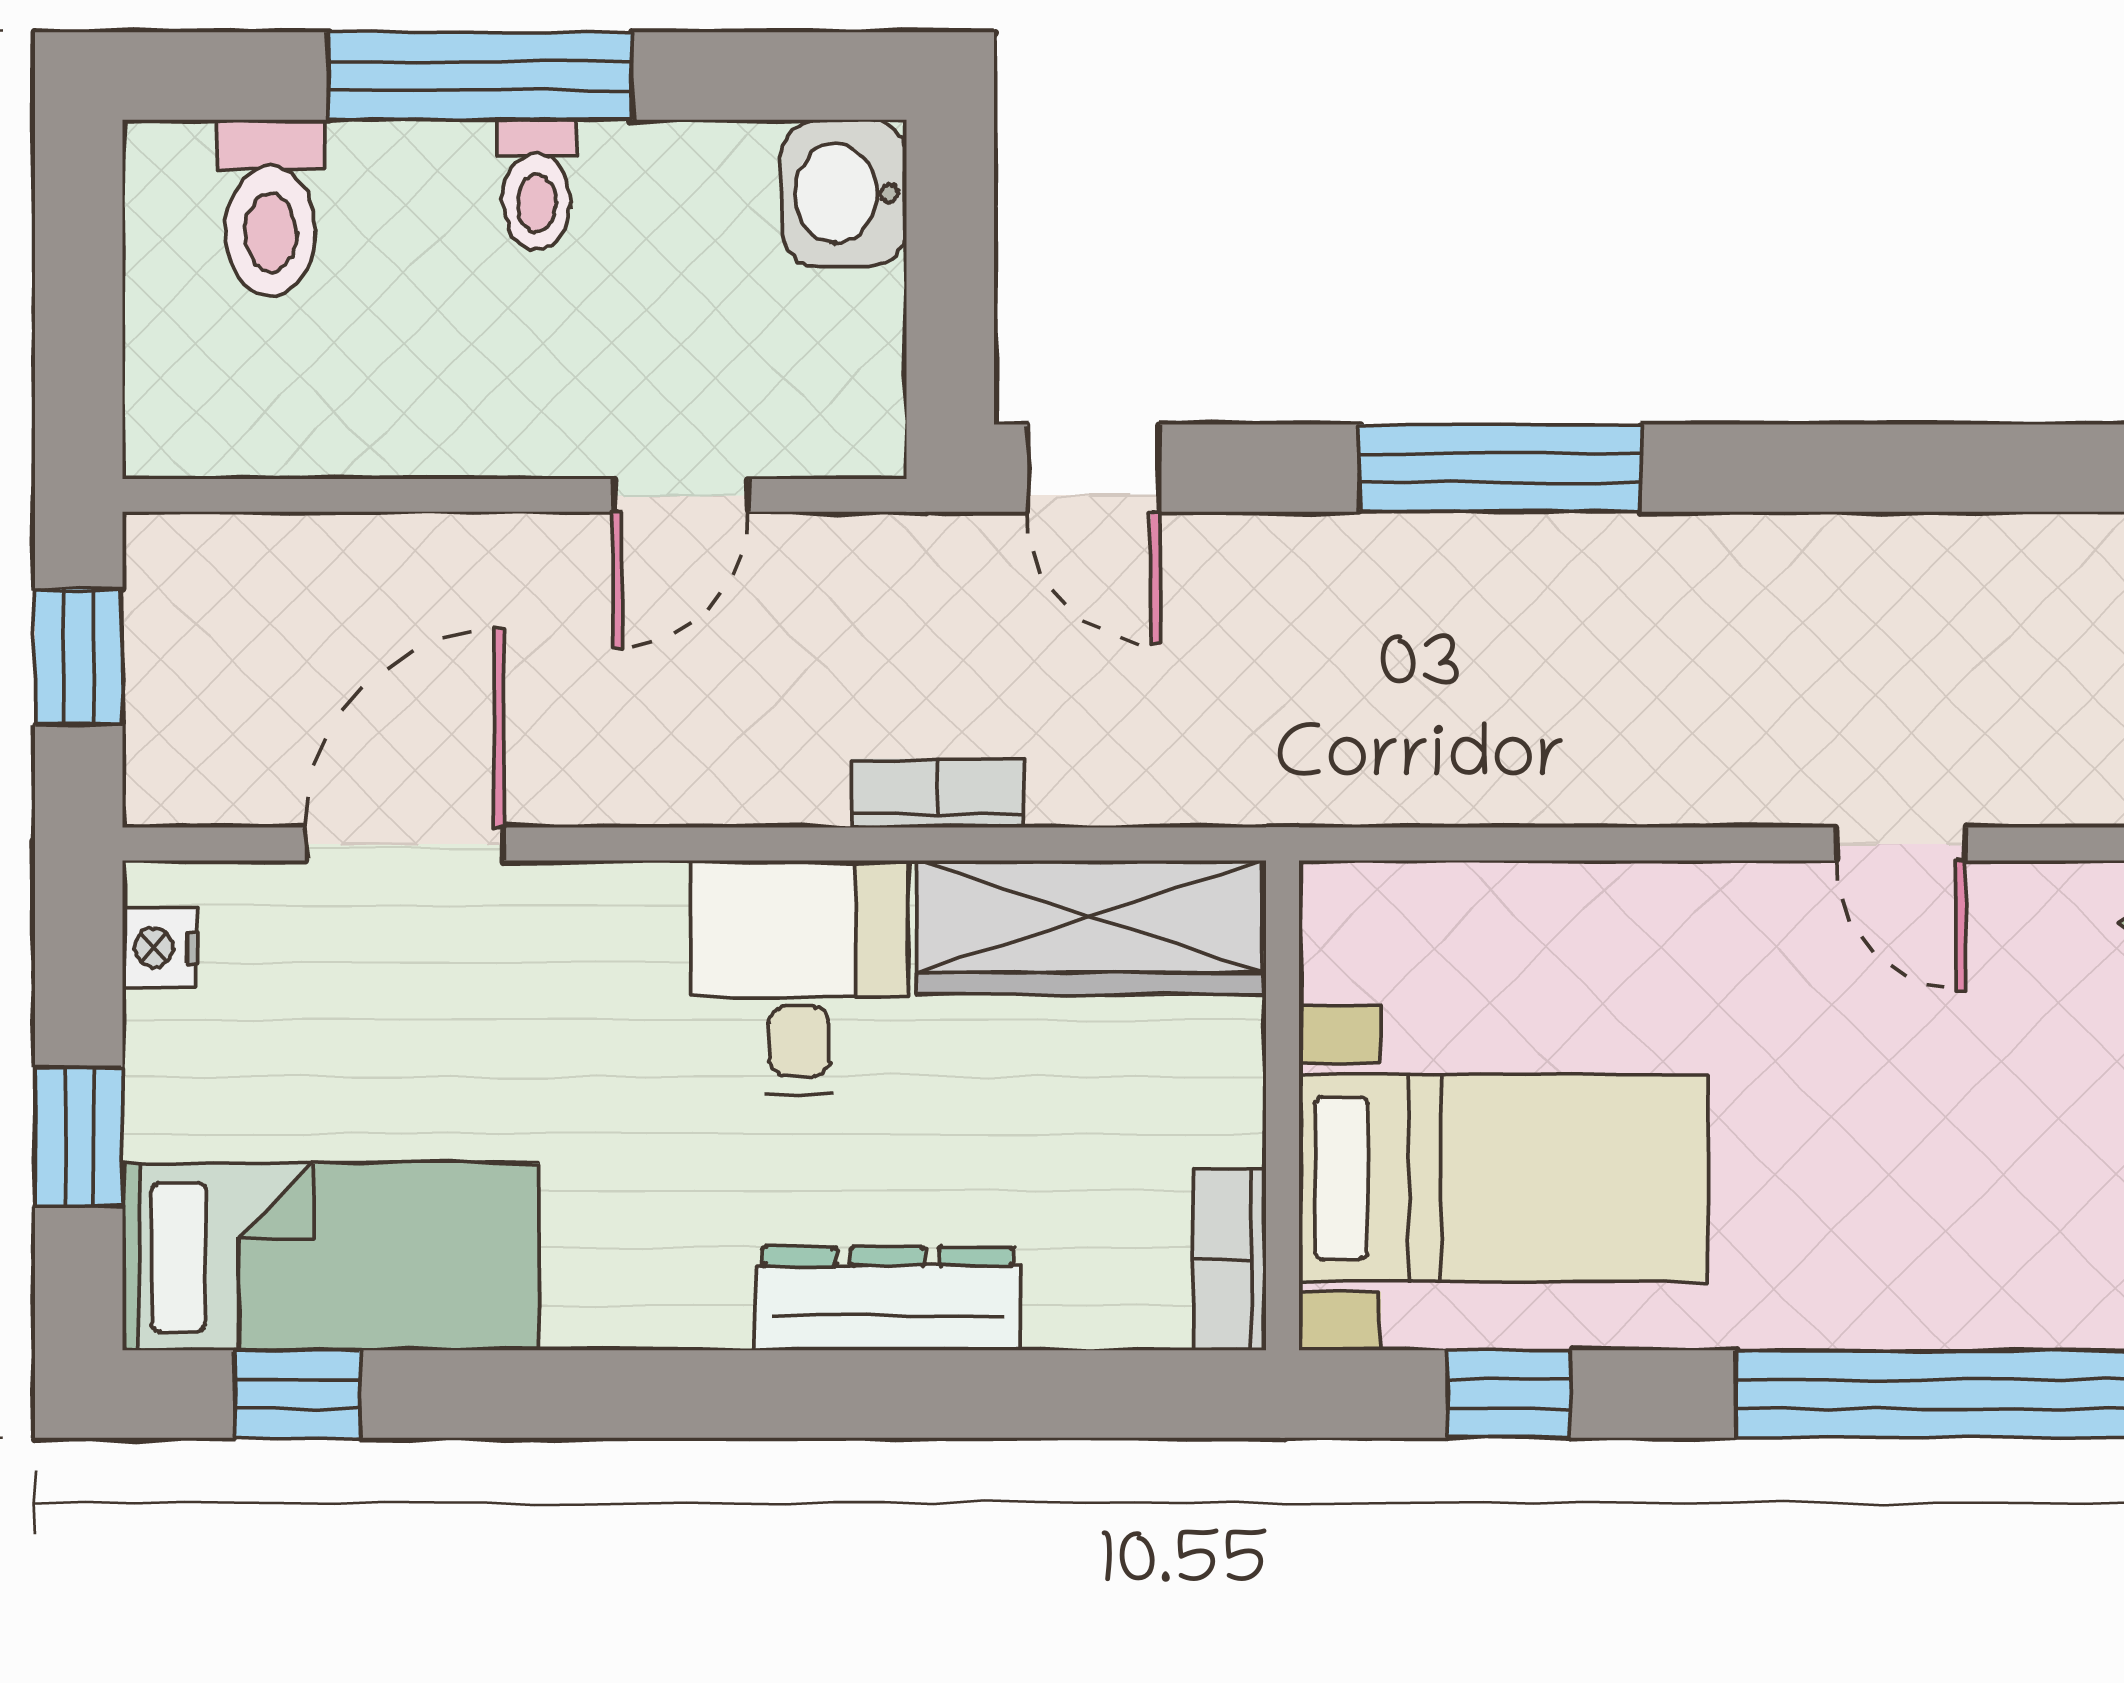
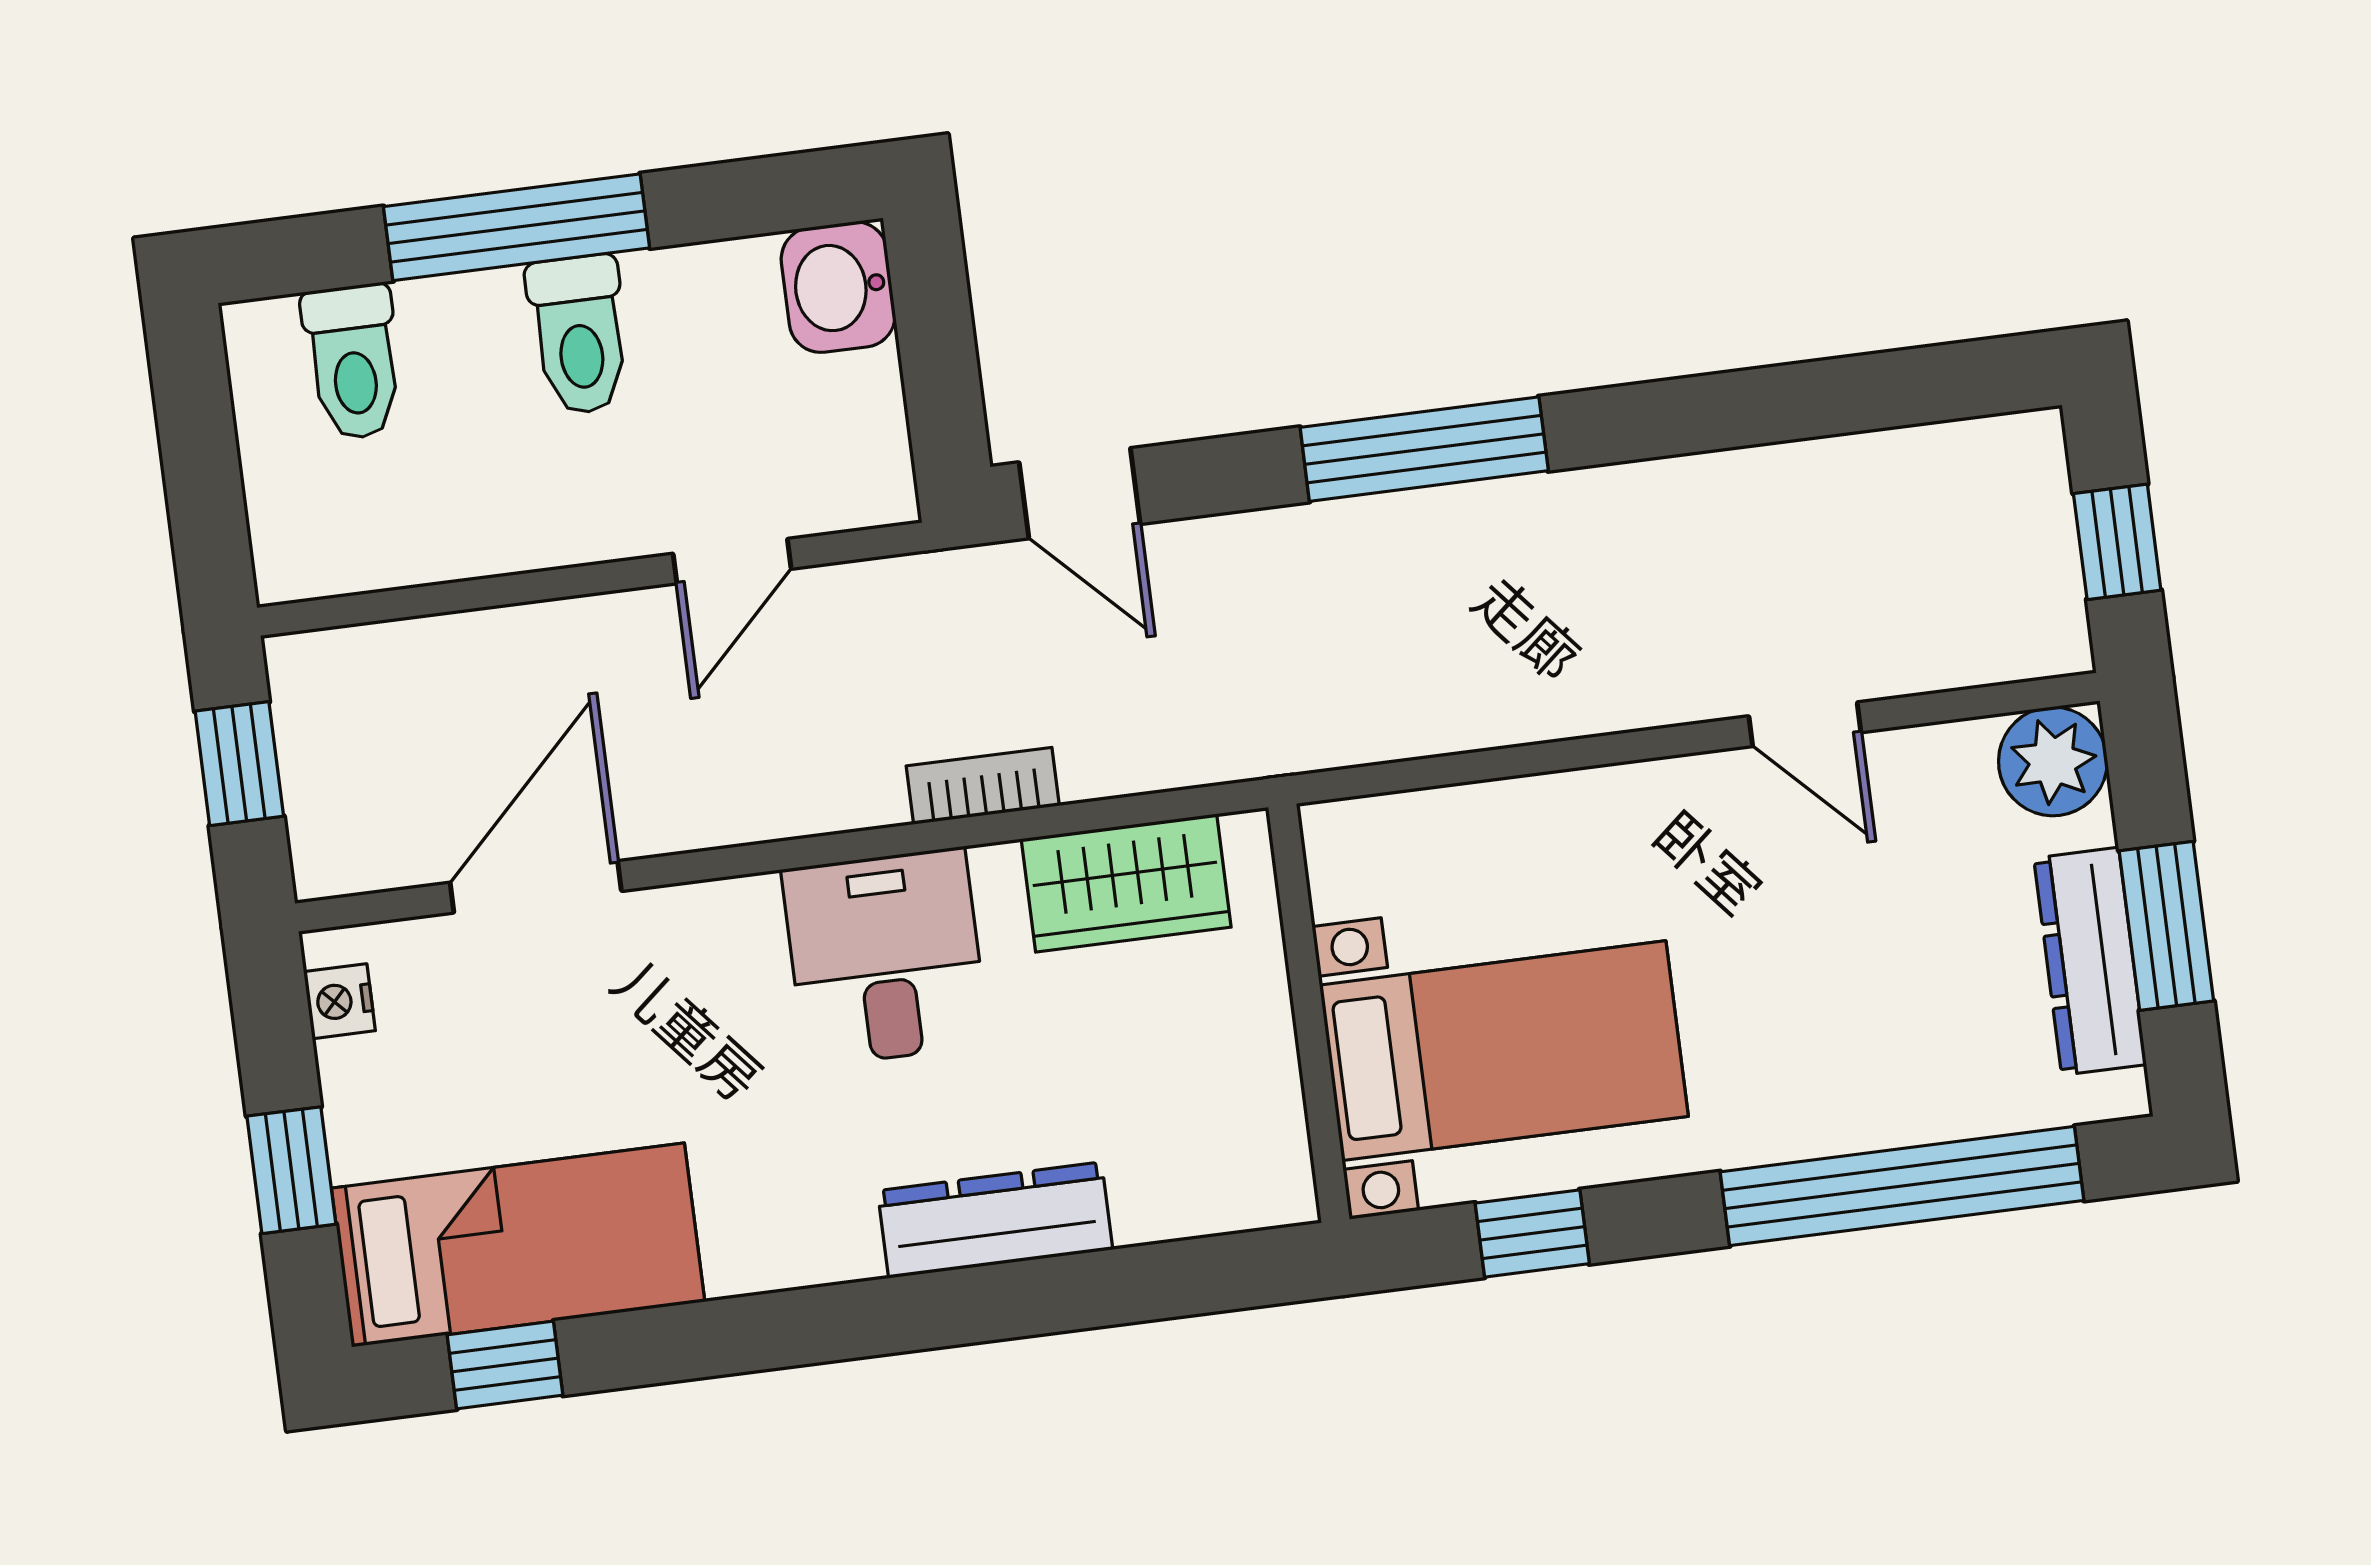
toilet: (537, 185) -> (579, 335), width x1.37, depth x1.39
wardrobe: (1090, 927) -> (1126, 883), width x0.67
bookcase: (1230, 1260) -> (1281, 1150), removed

